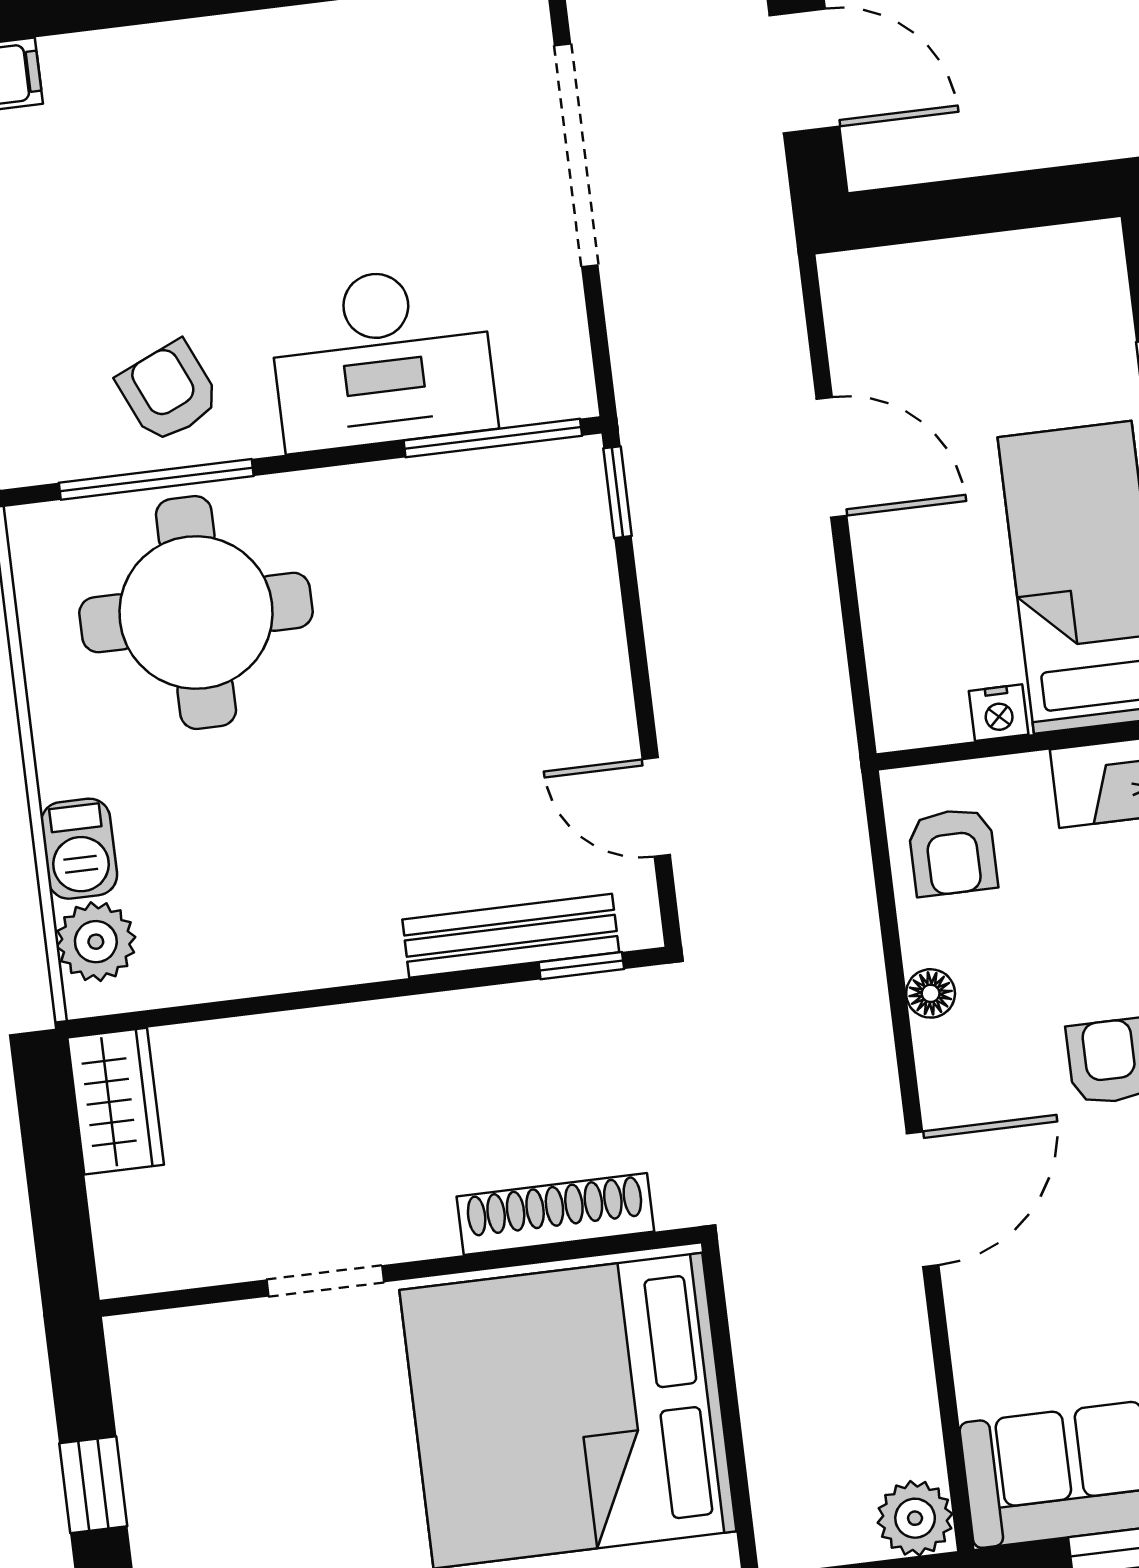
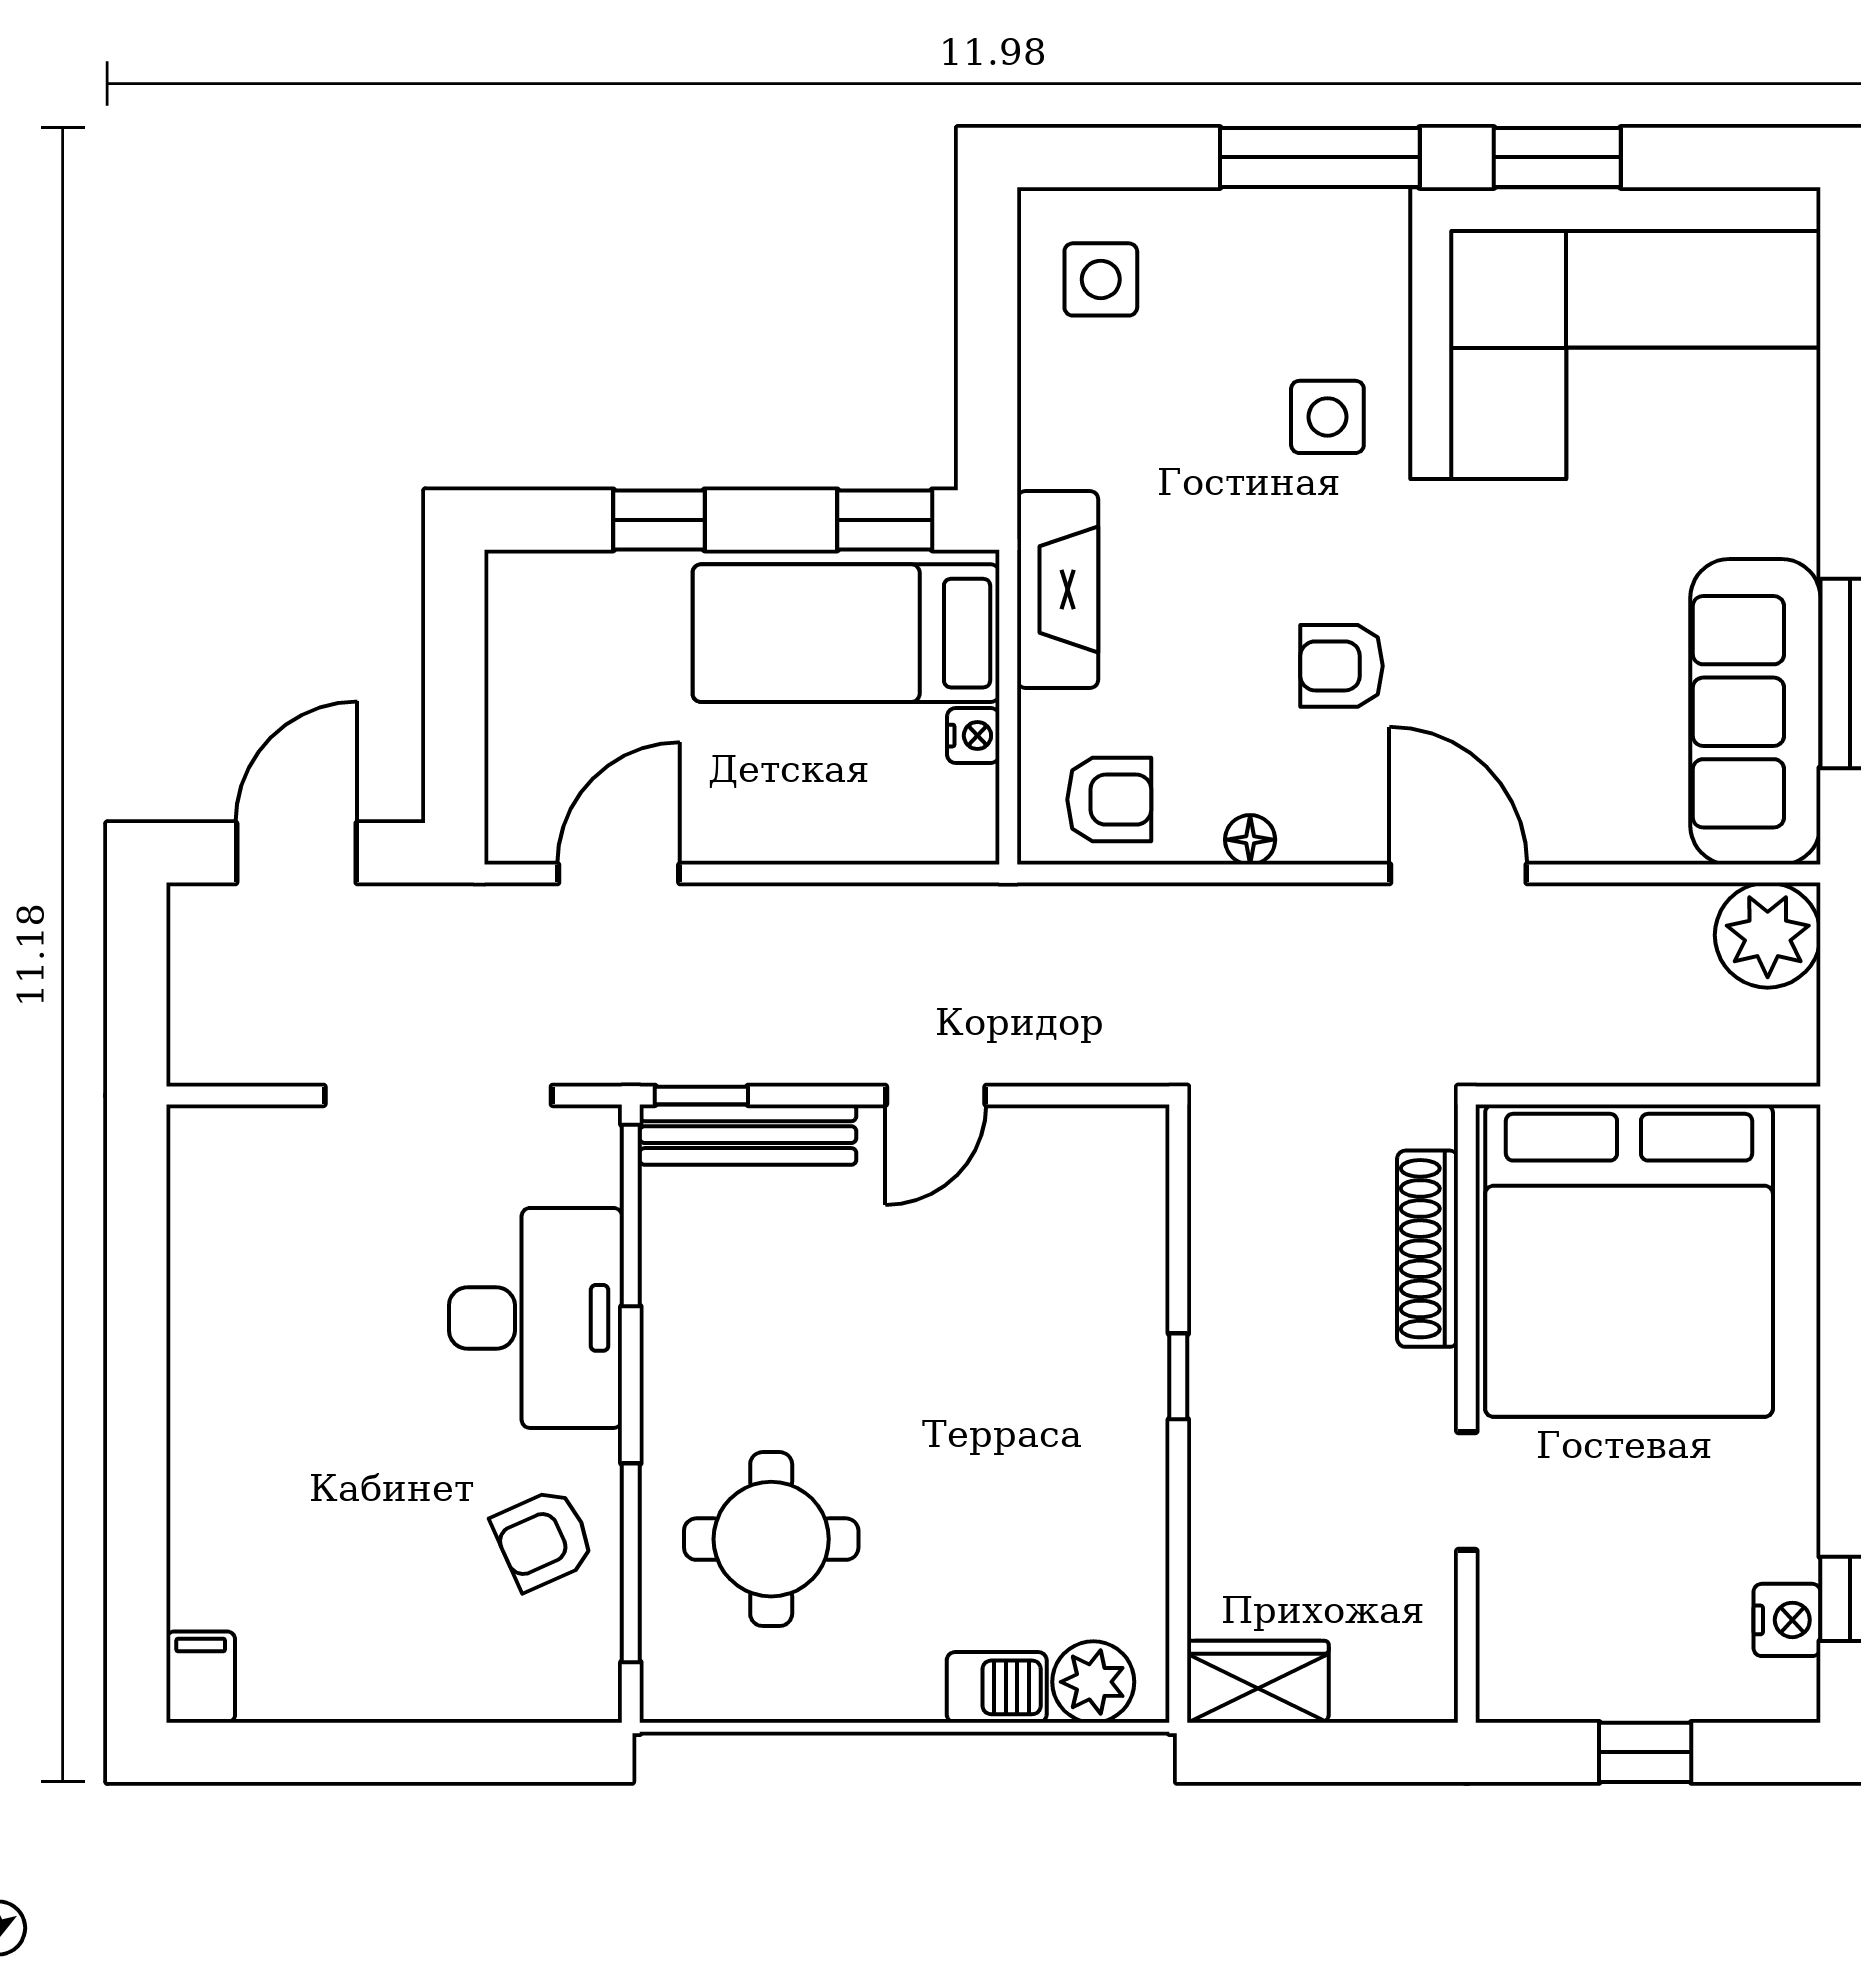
doorway: (576, 155) -> (438, 1095), moved
door: (832, 457) -> (619, 874), moved
round table: (196, 613) -> (771, 1539), width x0.73, depth x0.73
door: (656, 807) -> (936, 1095), moved
bench: (511, 936) -> (748, 1135), moved, turned 90
window: (581, 966) -> (1178, 1376), moved
plant: (915, 1518) -> (1768, 935), width x1.36, depth x1.36

